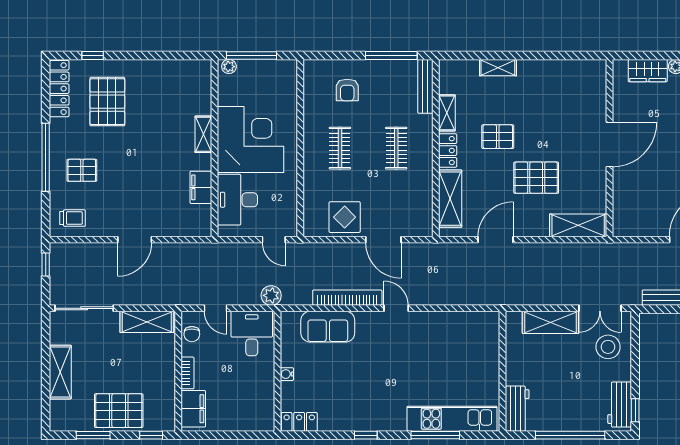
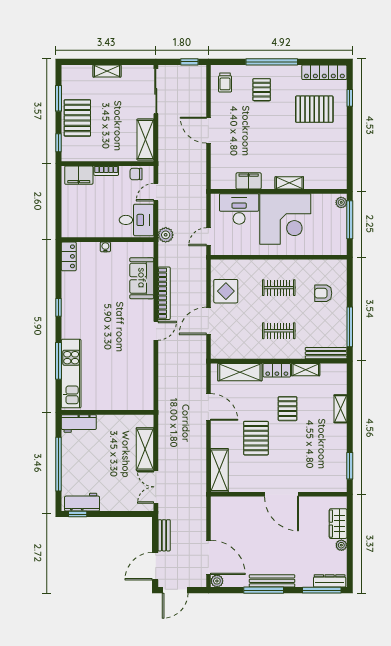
window: (572, 56) -> (350, 466), added
stool: (608, 347) -> (126, 493), removed
shelving: (60, 372) -> (107, 71), width x0.67, depth x0.75

